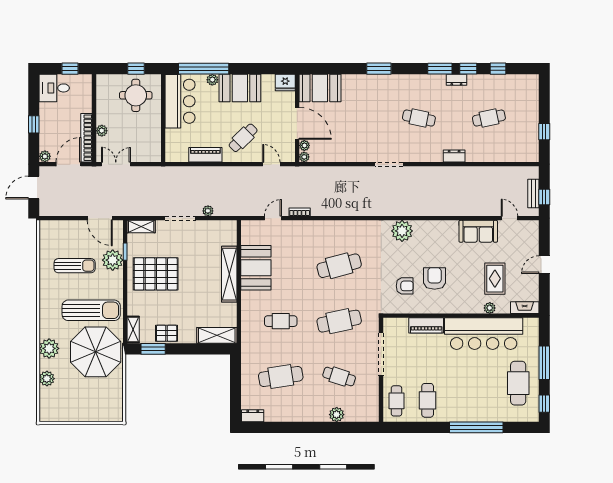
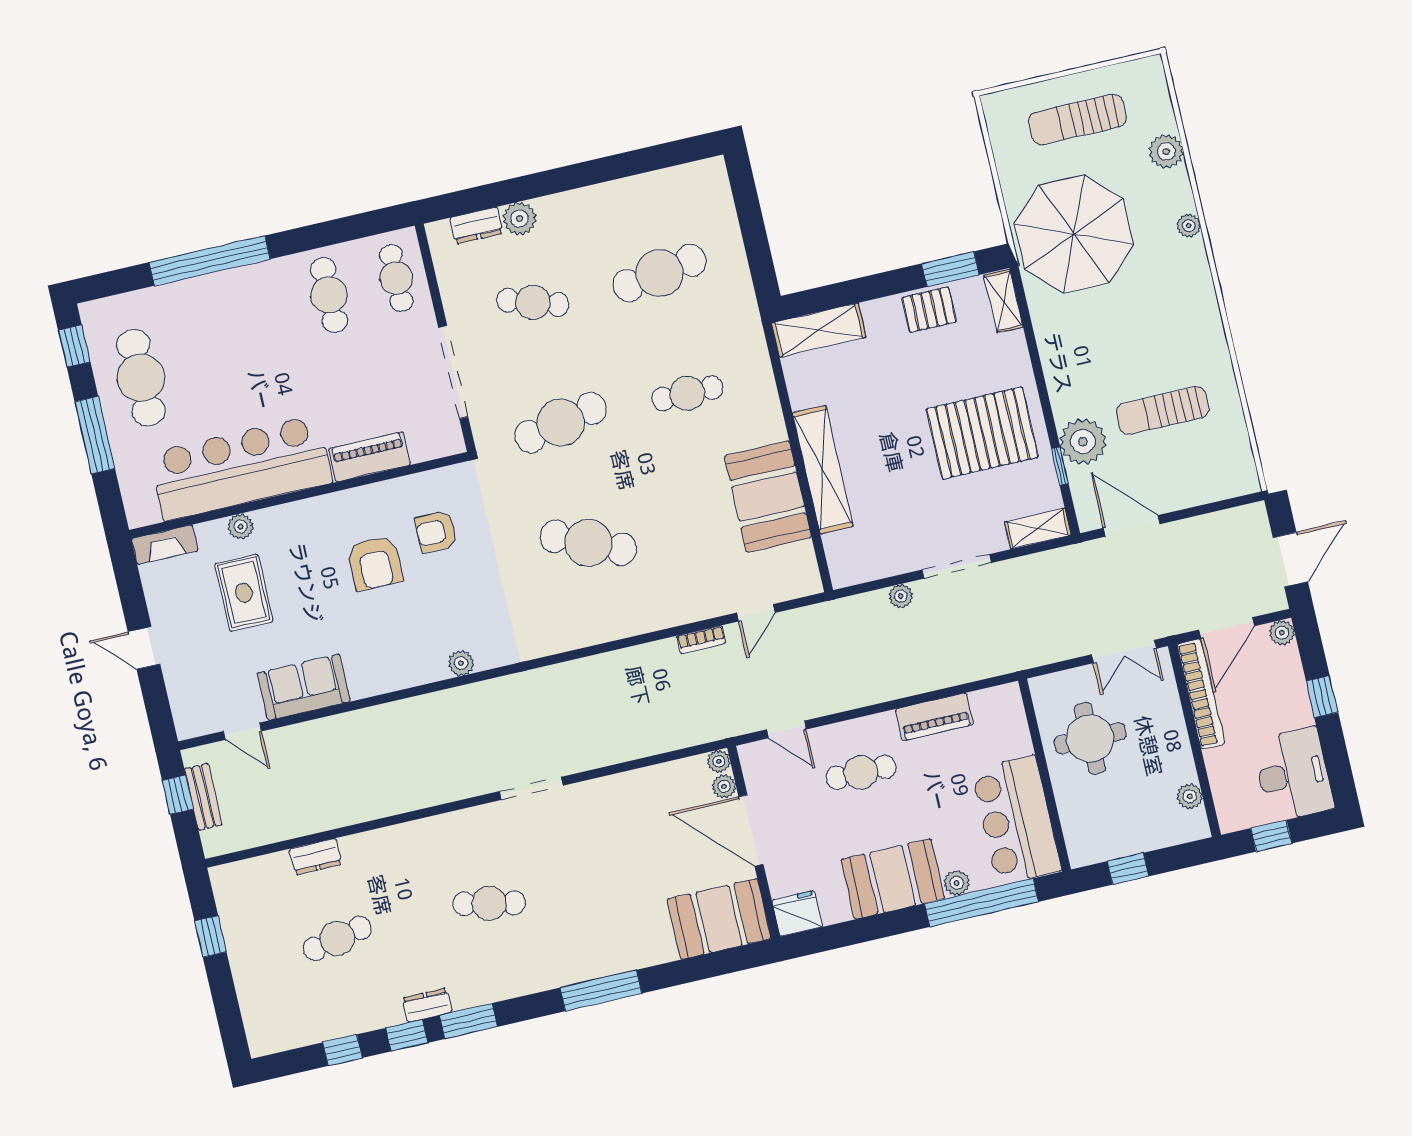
window: (379, 69) -> (601, 990), width x1.44
desk: (54, 88) -> (1293, 774), width x1.37
round table: (136, 95) -> (1090, 738), moved
plant: (102, 131) -> (1190, 796), moved
cafe table: (243, 138) -> (861, 772), turned 45
dresser: (454, 156) -> (316, 857), moved
plant: (402, 231) -> (461, 663), width x0.53, depth x0.53
door: (544, 265) -> (144, 648), swing flipped
cafe table: (339, 266) -> (588, 543), turned 39
sun lounger: (91, 310) -> (1077, 119), moved, width x0.73, depth x0.75
plant: (49, 348) -> (1189, 226), width x0.53, depth x0.53
dresser: (253, 416) -> (476, 226), moved

